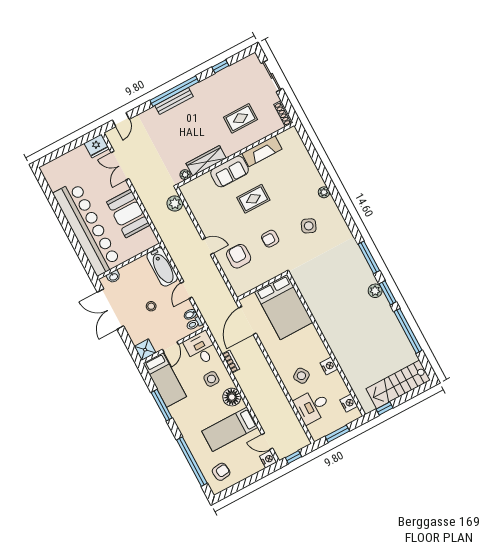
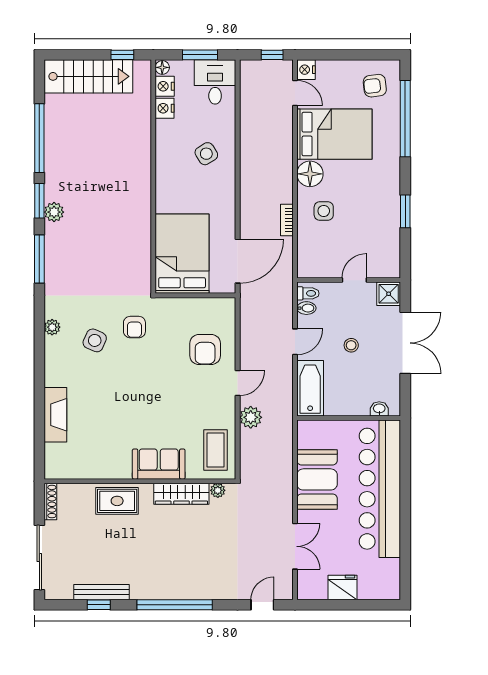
sliding door: (272, 76) -> (39, 557), width x1.37
bench: (174, 101) -> (101, 592), moved
rug: (240, 118) -> (117, 501), moved
fridge: (97, 146) -> (343, 588), moved
fireplace: (262, 151) -> (55, 415), moved, turned 90
plant: (324, 192) -> (52, 327), moved
coffee table: (200, 198) -> (215, 450), added
rug: (253, 199) -> (147, 413), removed
plant: (175, 203) -> (251, 417), moved
armchair: (270, 239) -> (134, 327), moved, turned 90
door: (208, 246) -> (238, 383), swing flipped
double door: (110, 309) -> (405, 343), moved
desk: (201, 349) -> (316, 257), removed
nightstand: (329, 366) -> (165, 108), moved
bed: (165, 380) -> (384, 242), removed
window: (162, 405) -> (405, 211), width x0.69
desk: (312, 406) -> (215, 82), moved, turned -90
floor lamp: (356, 414) -> (162, 67), added
bed: (230, 429) -> (334, 134), width x1.50

